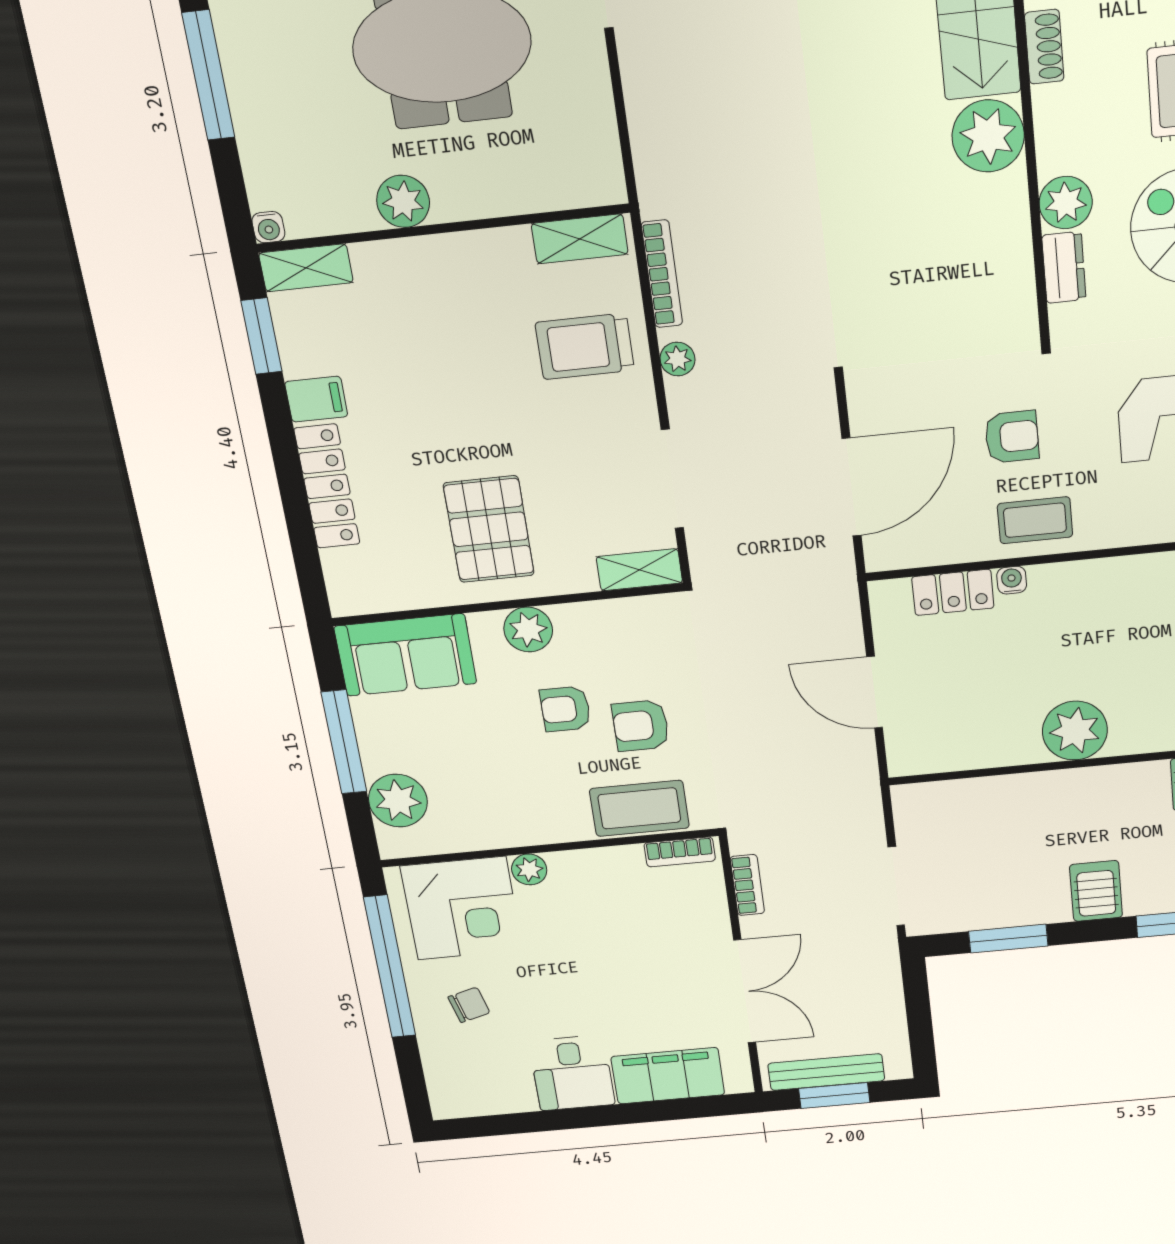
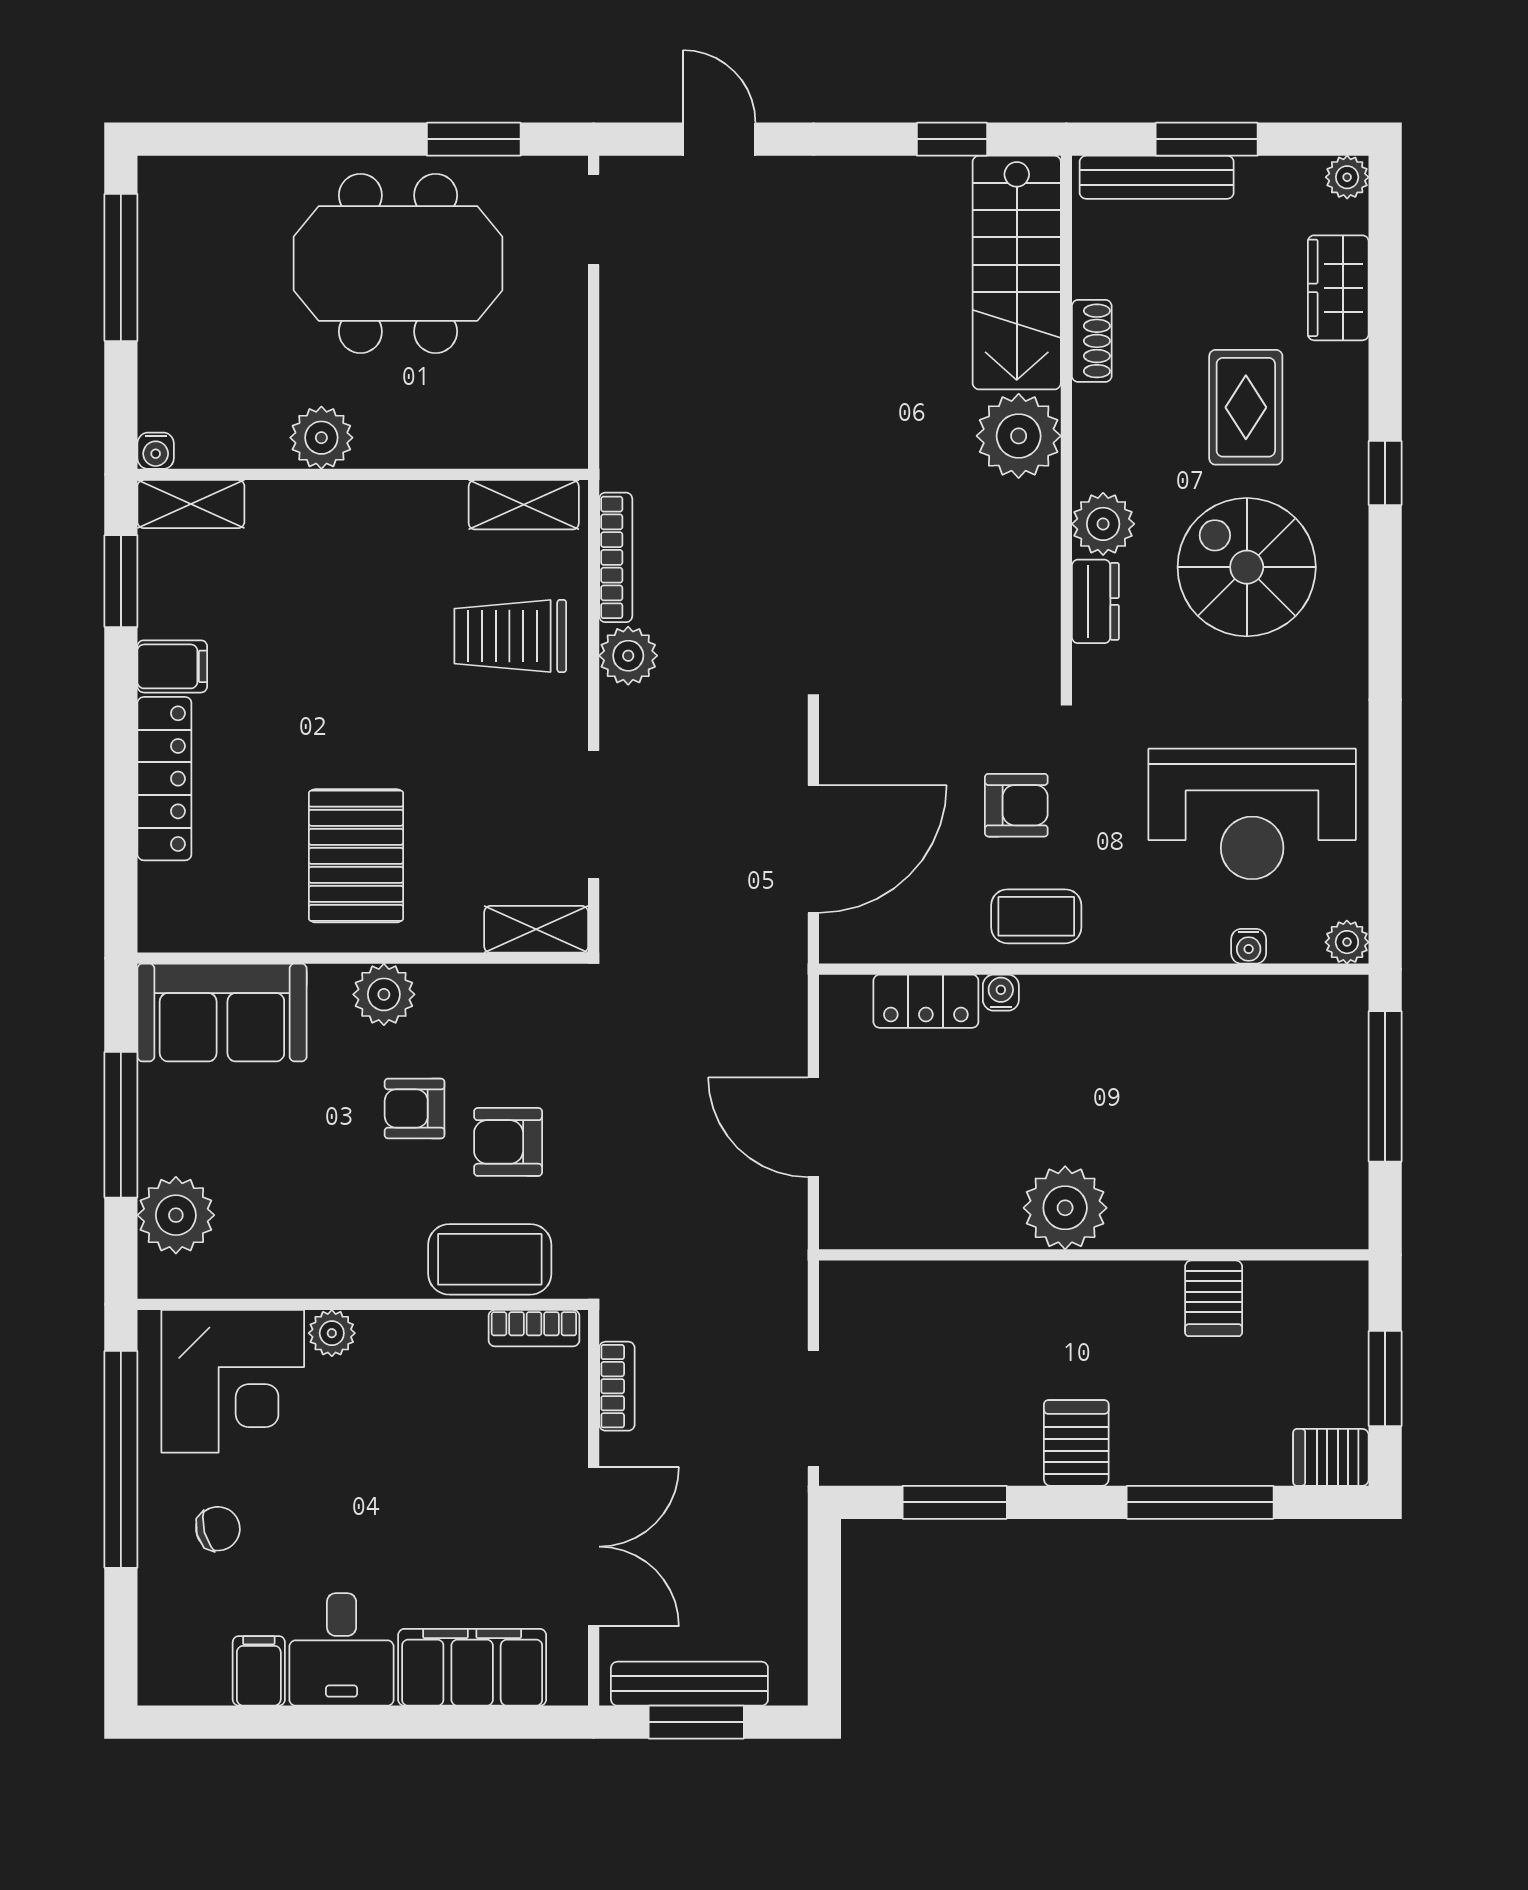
plant: (677, 359) -> (628, 656), width x1.38, depth x1.38
filing cabinet: (515, 1091) -> (259, 1671), added

